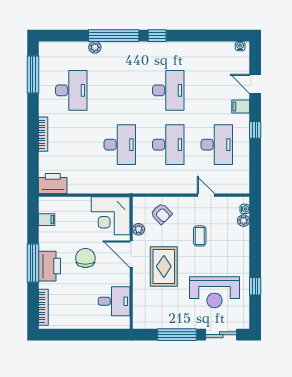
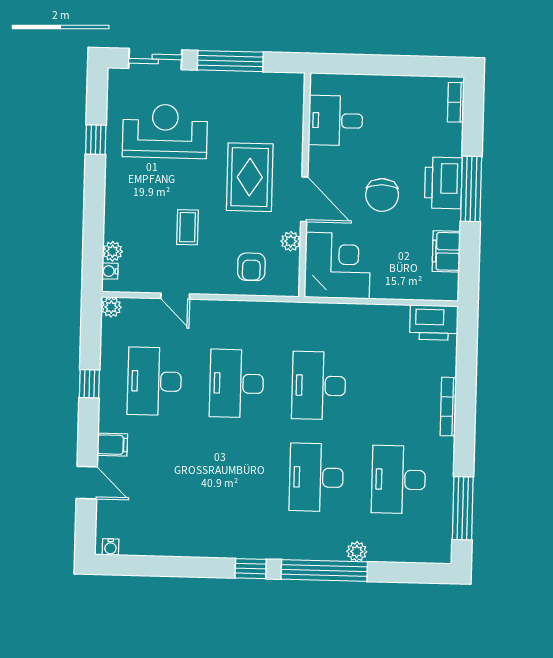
desk: (168, 90) -> (316, 477), moved
window: (255, 130) -> (89, 384), moved
plant: (243, 188) -> (111, 307), added
armchair: (161, 214) -> (251, 267), turned -136
filing cabinet: (47, 220) -> (446, 251), width x2.00
bookcase: (43, 307) -> (456, 102), width x0.64

